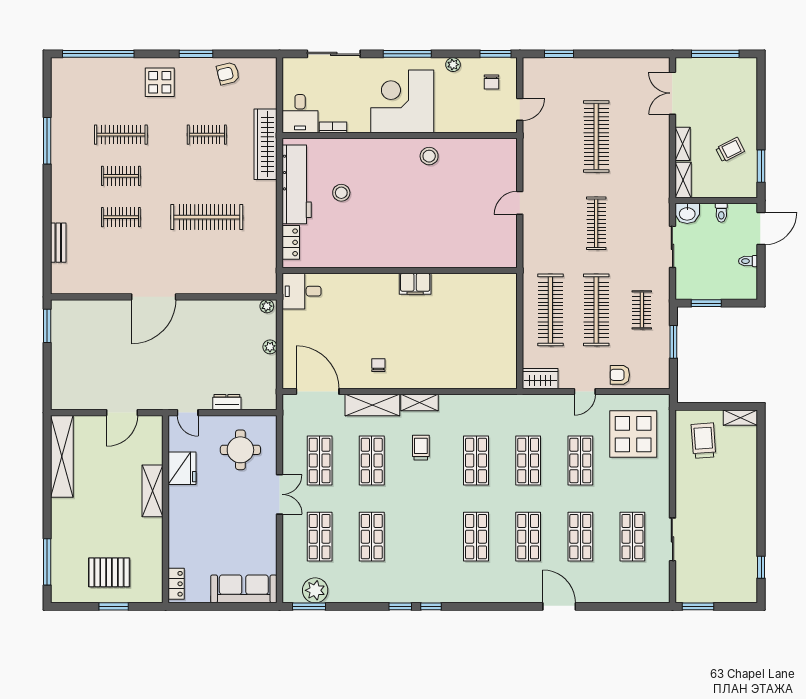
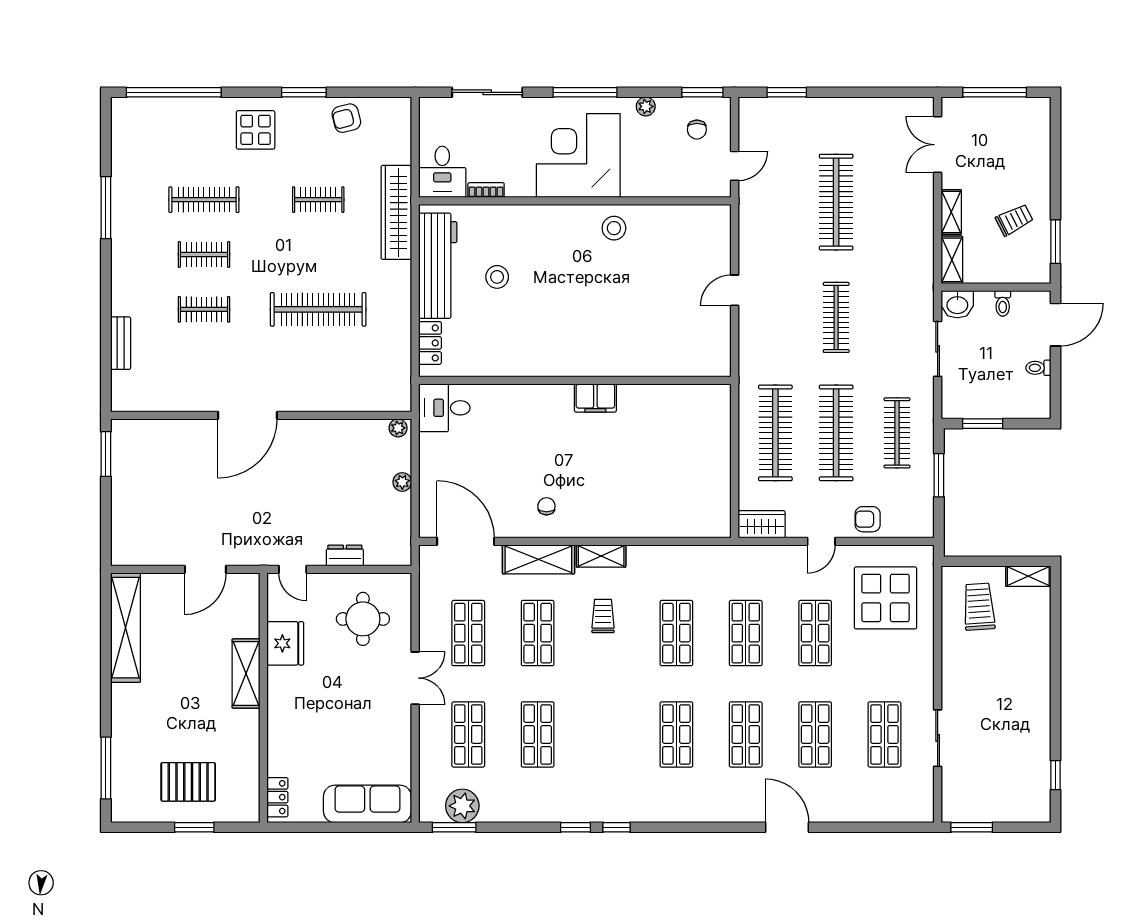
clothes rail: (642, 310) -> (897, 433), width x1.36

